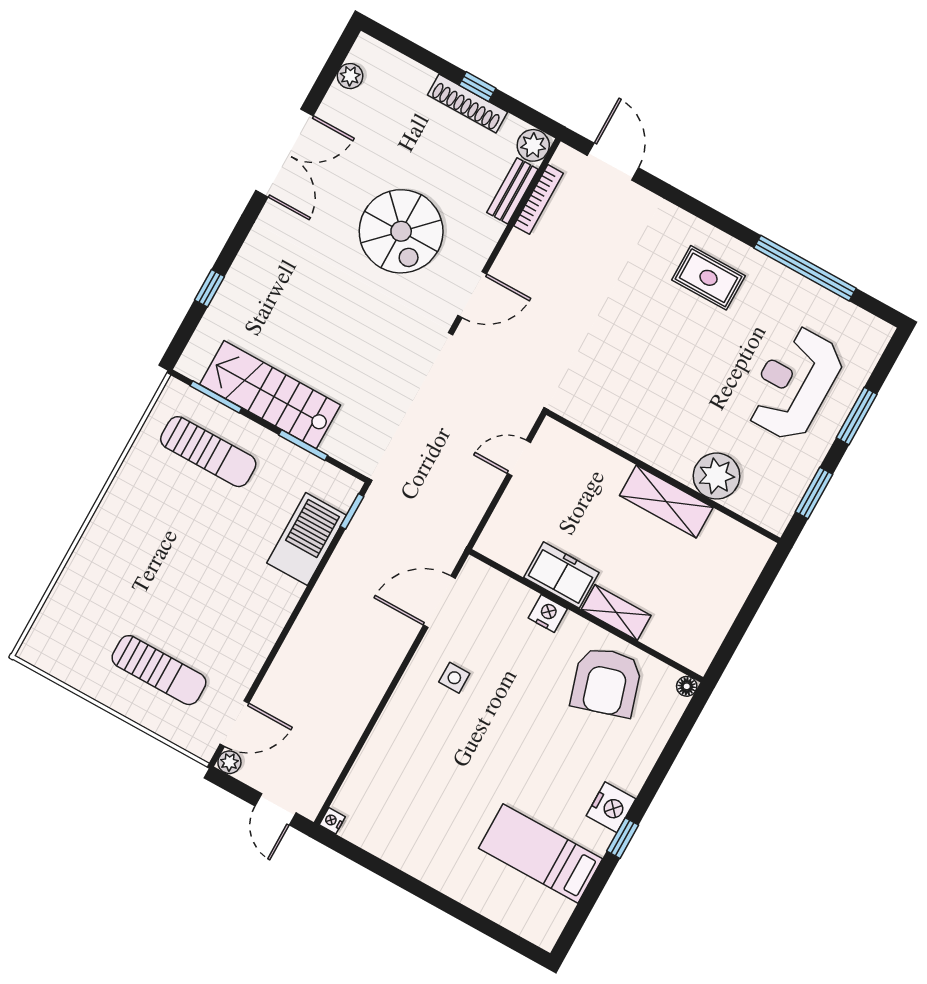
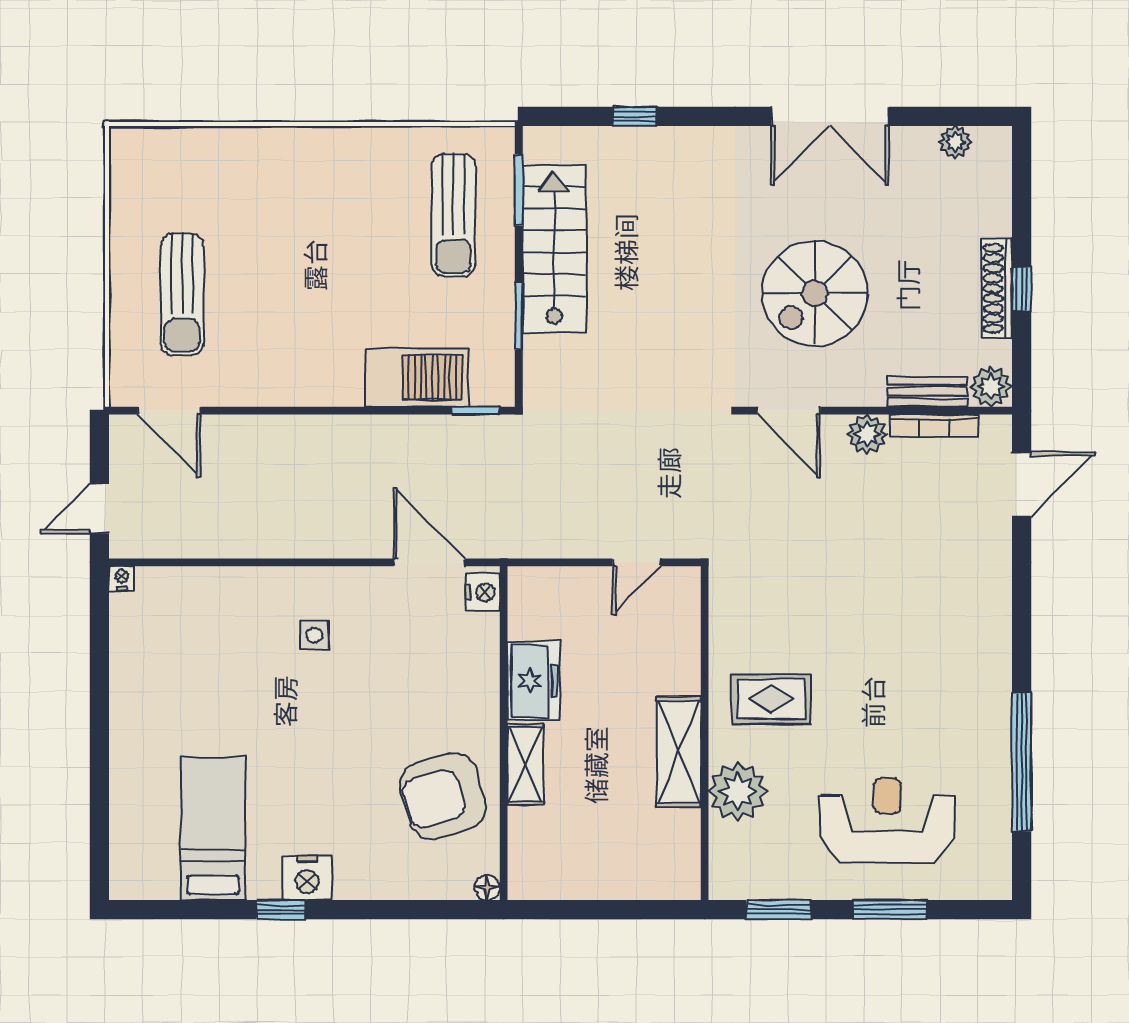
rug: (709, 278) -> (771, 699), moved, turned 90
door: (519, 458) -> (637, 562), swing flipped
nightstand: (548, 613) -> (483, 592), moved
side table: (454, 678) -> (314, 635), moved
plant: (229, 762) -> (867, 434), moved, width x1.38, depth x1.38

